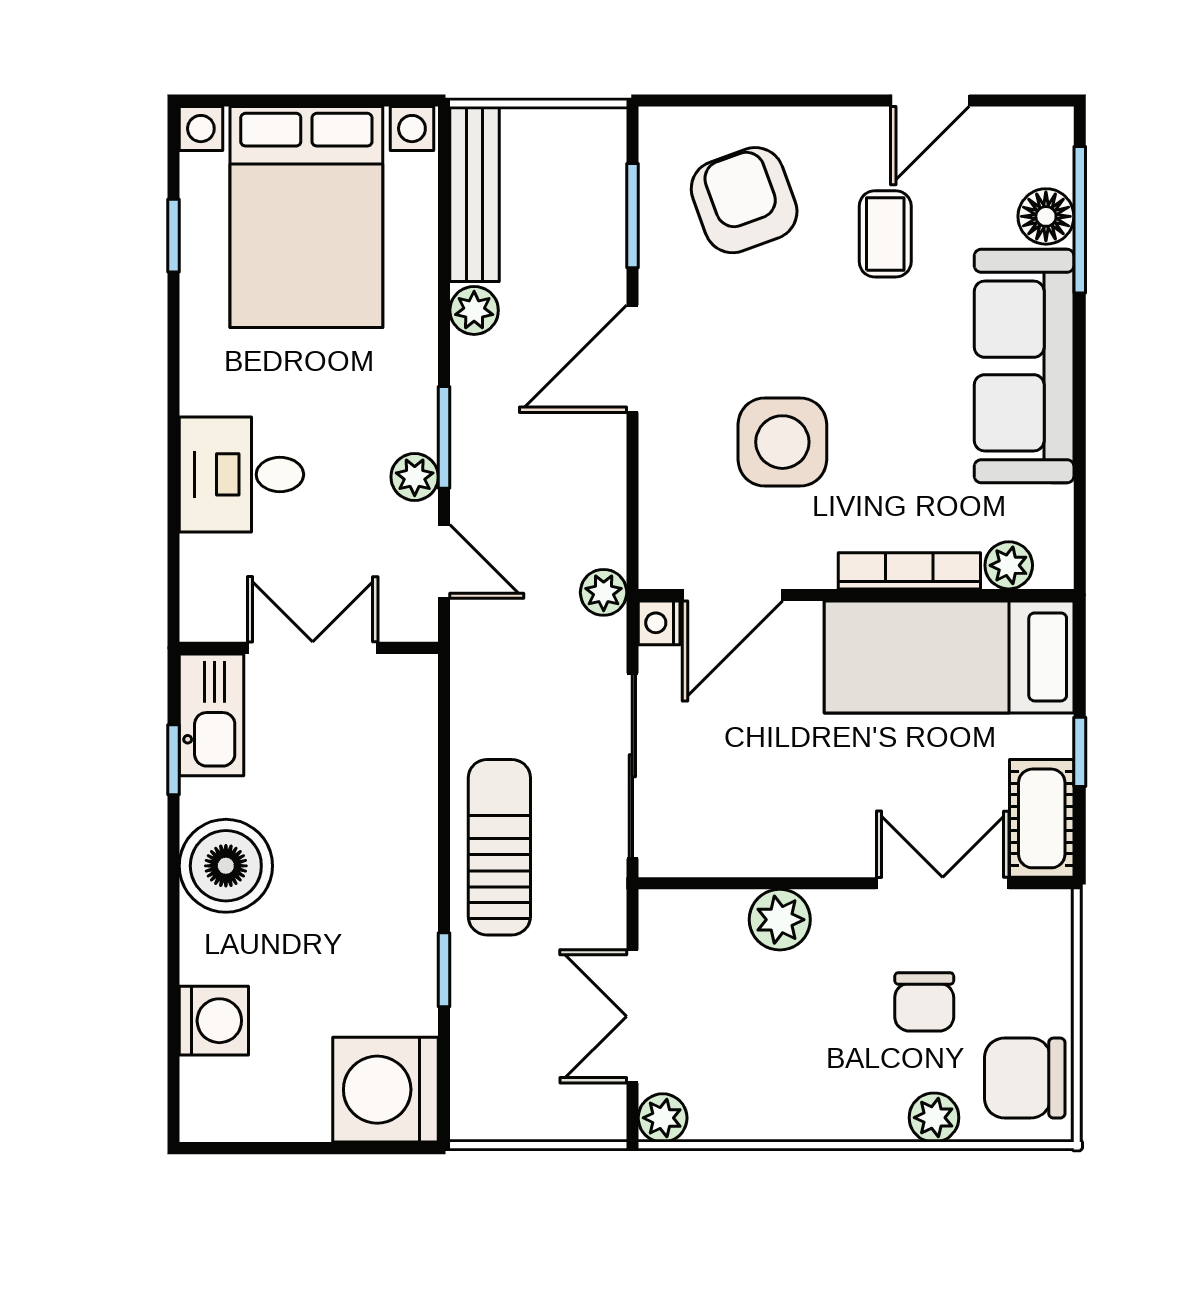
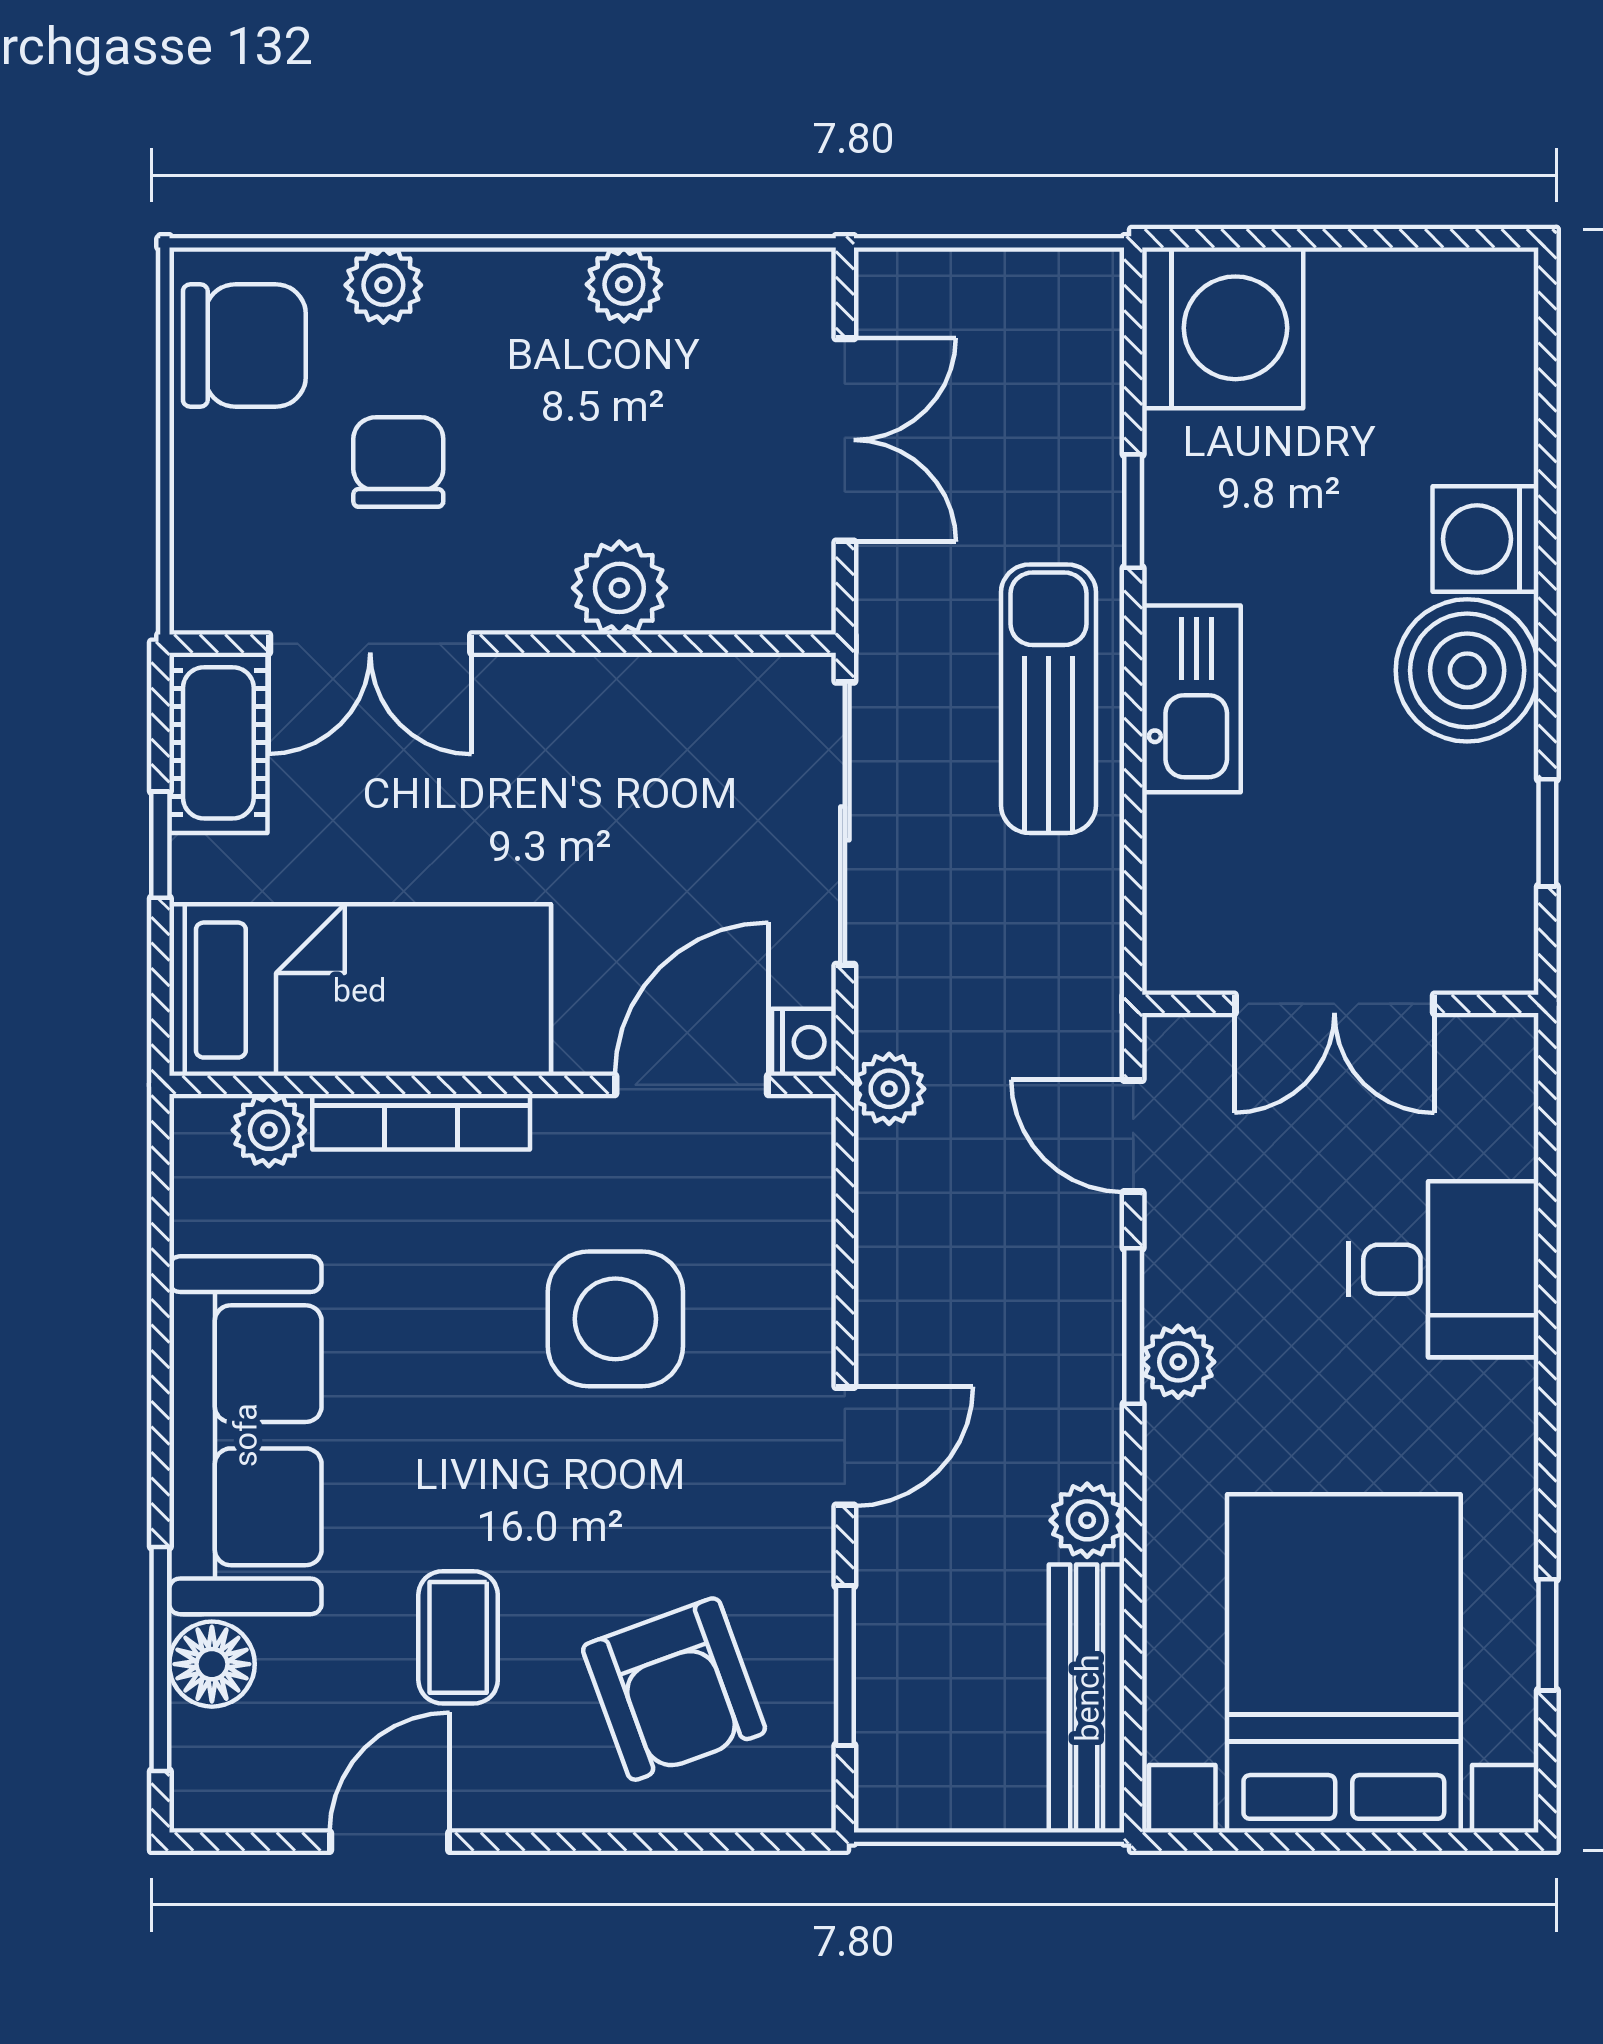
door: (632, 359) -> (845, 1446), width x0.73
plant: (415, 477) -> (1178, 1362), moved
kitchen sink: (211, 715) -> (1191, 699), moved, turned 180
sun lounger: (499, 847) -> (1048, 699), turned 180
washing machine: (214, 1021) -> (1485, 539), moved
plant: (663, 1118) -> (624, 284), moved

